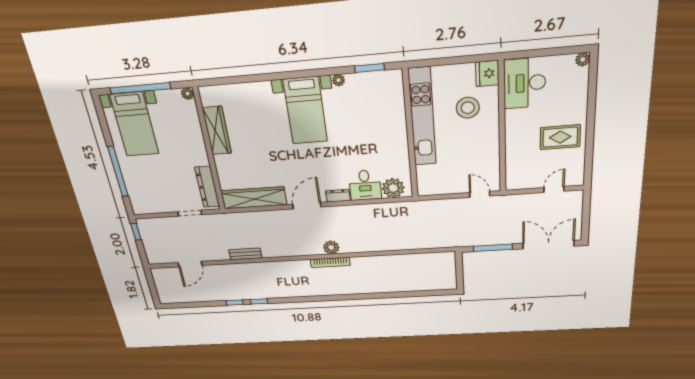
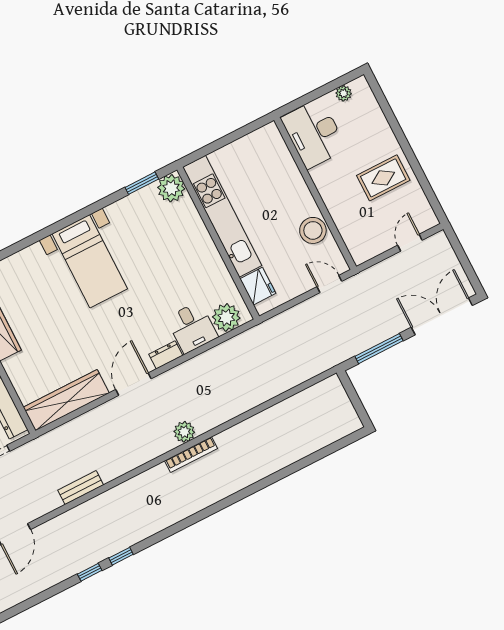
plant: (583, 59) -> (344, 93), moved
fridge: (487, 73) -> (258, 286), moved, turned 180
plant: (338, 80) -> (171, 188), moved, width x1.88, depth x1.88
stool: (468, 108) -> (313, 230), moved

